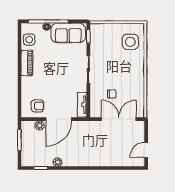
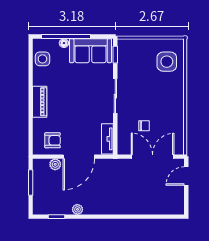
piano: (27, 63) -> (40, 102), moved
door: (146, 150) -> (186, 176), moved

